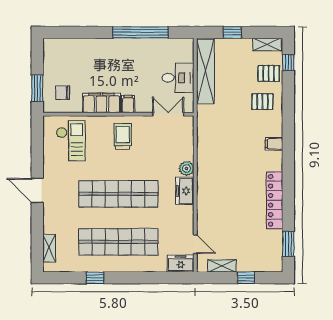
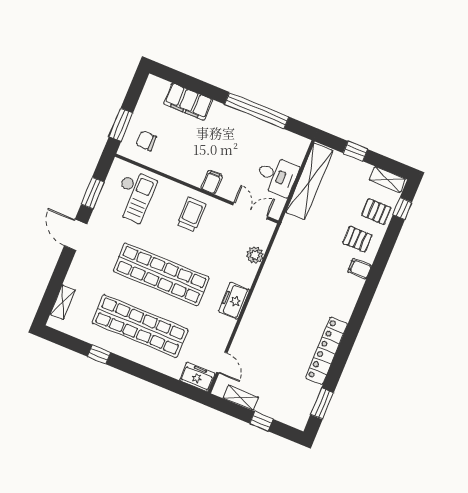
filing cabinet: (101, 103) -> (188, 102), moved, turned 180
filing cabinet: (274, 144) -> (360, 269), moved
window: (37, 152) -> (93, 193), added
plant: (186, 168) -> (255, 255), moved

